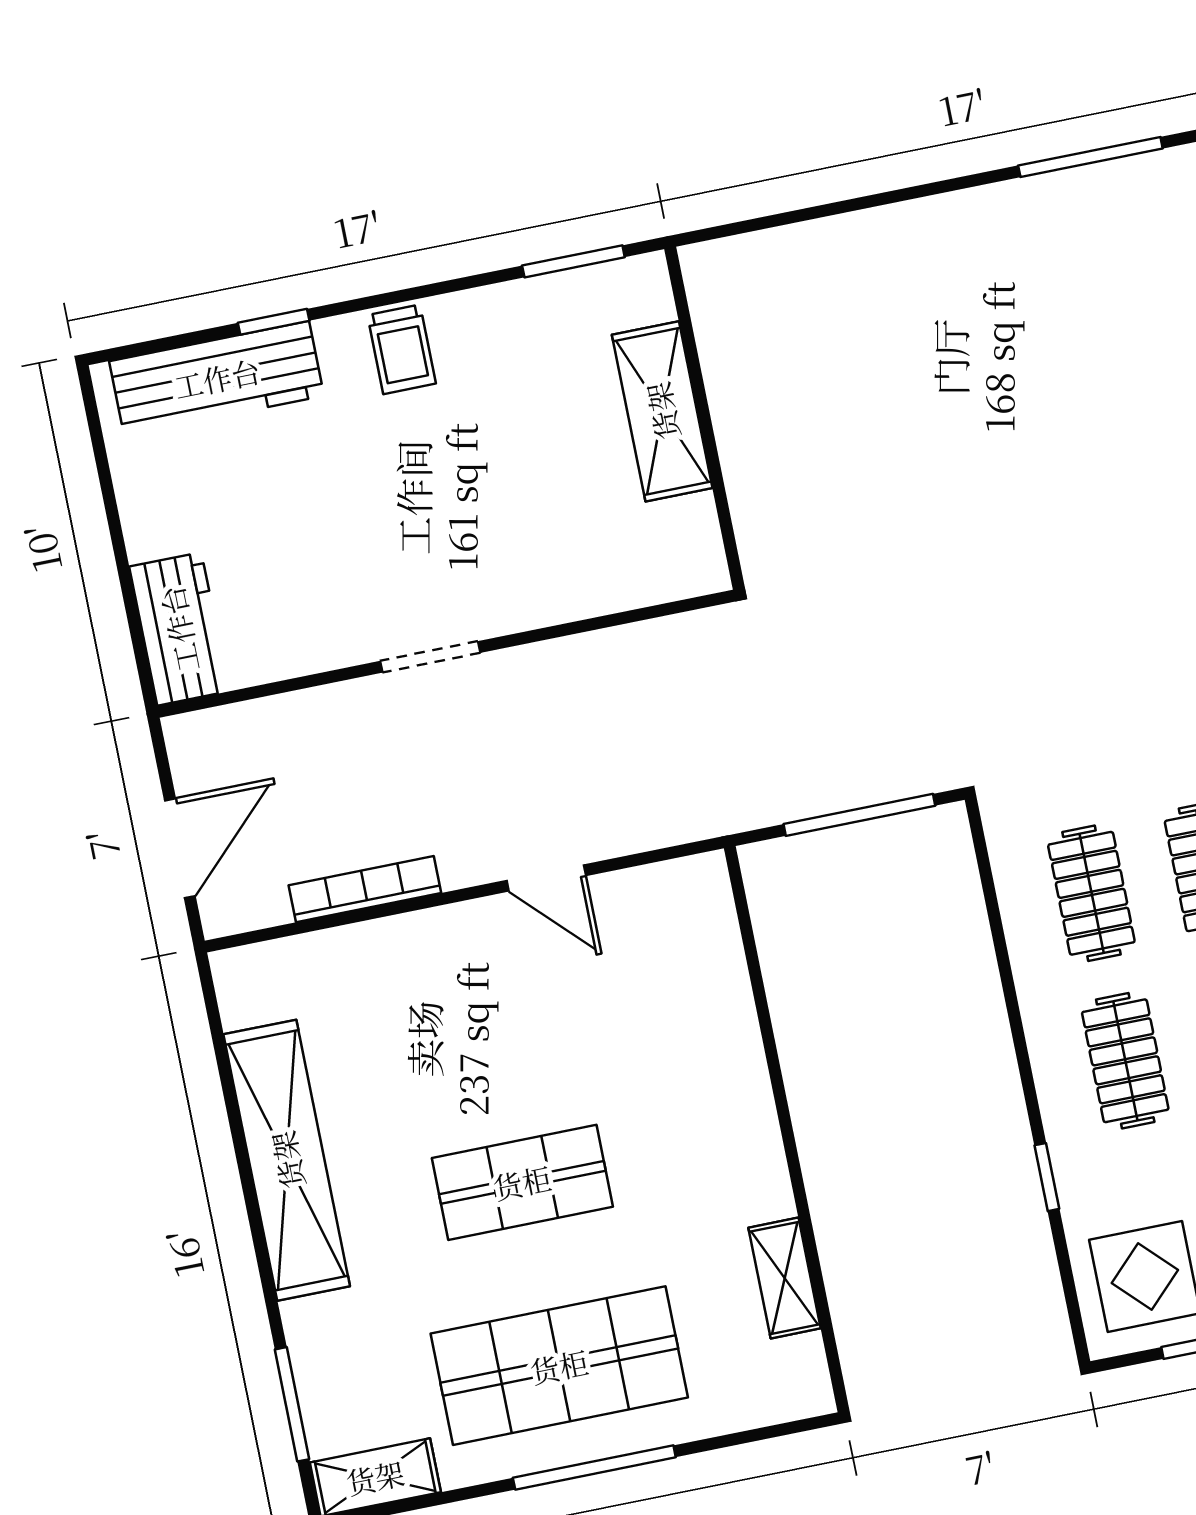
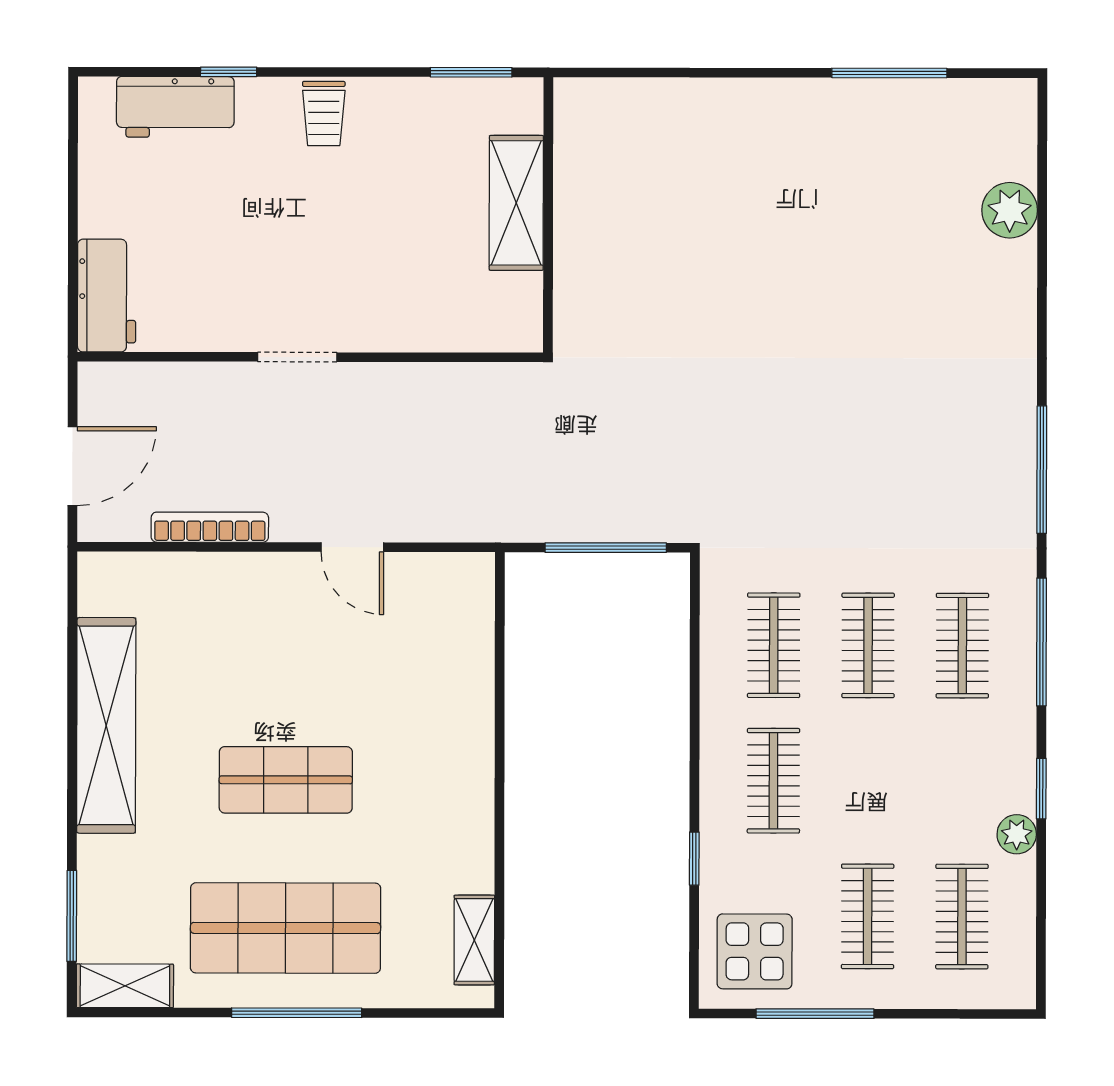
workbench: (217, 378) -> (175, 107), width x0.73
shelving: (785, 1278) -> (474, 940), moved

